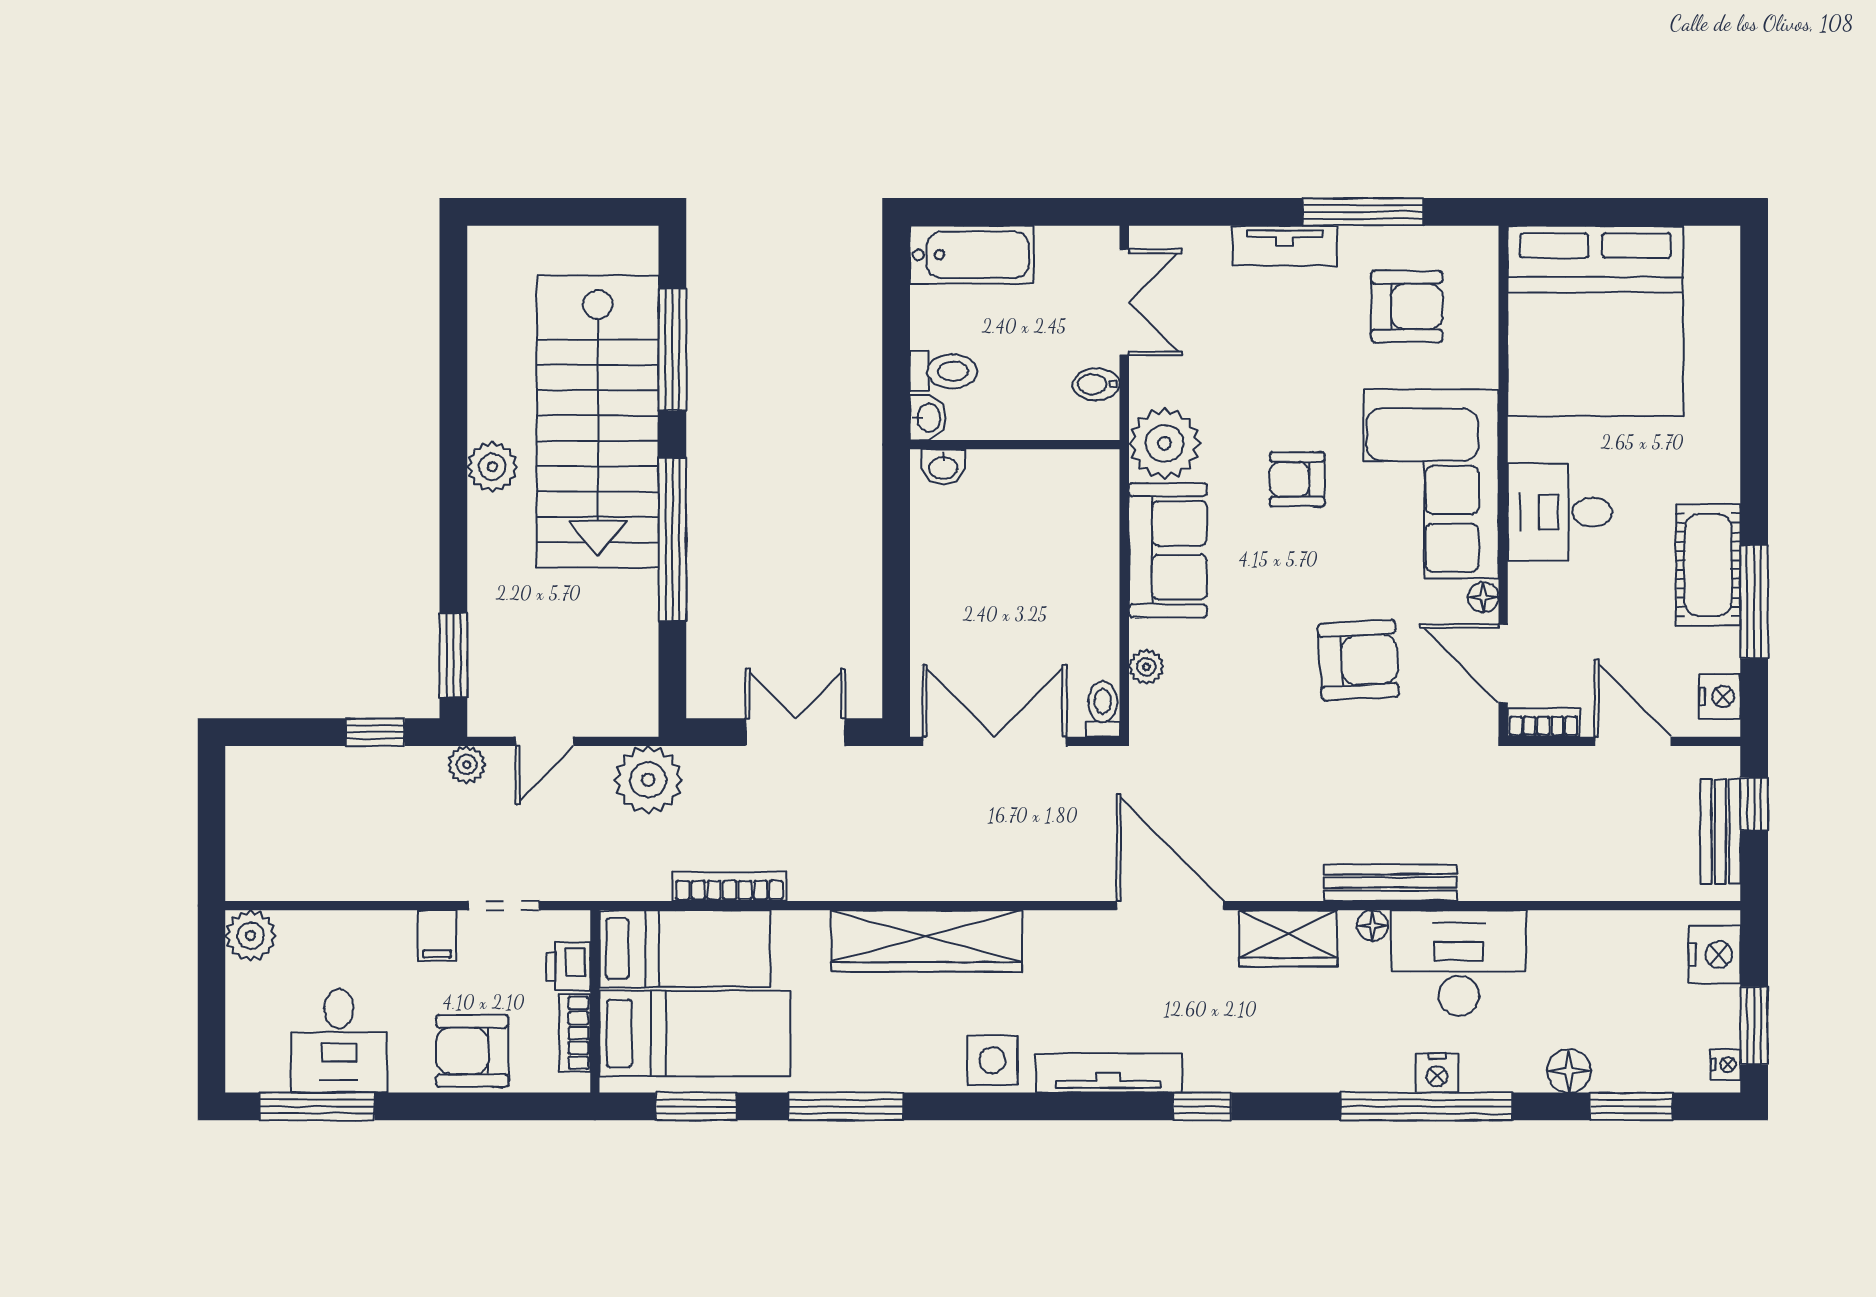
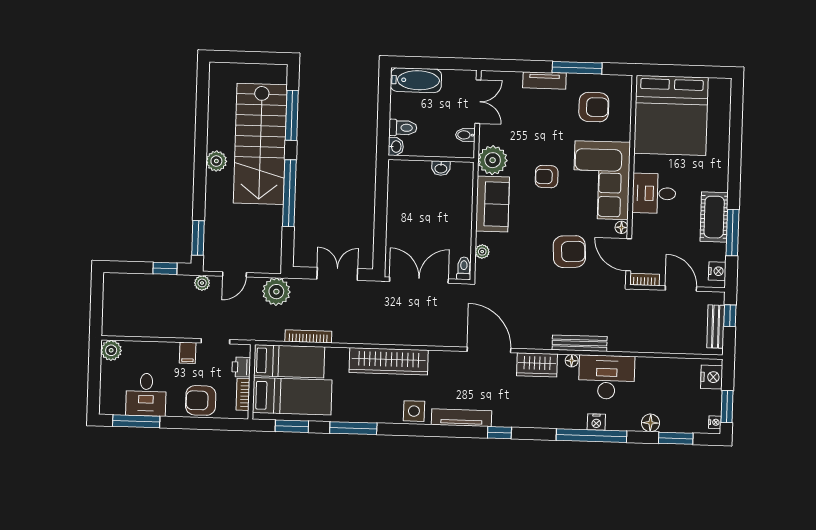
washbasin: (943, 467) -> (441, 168), moved

